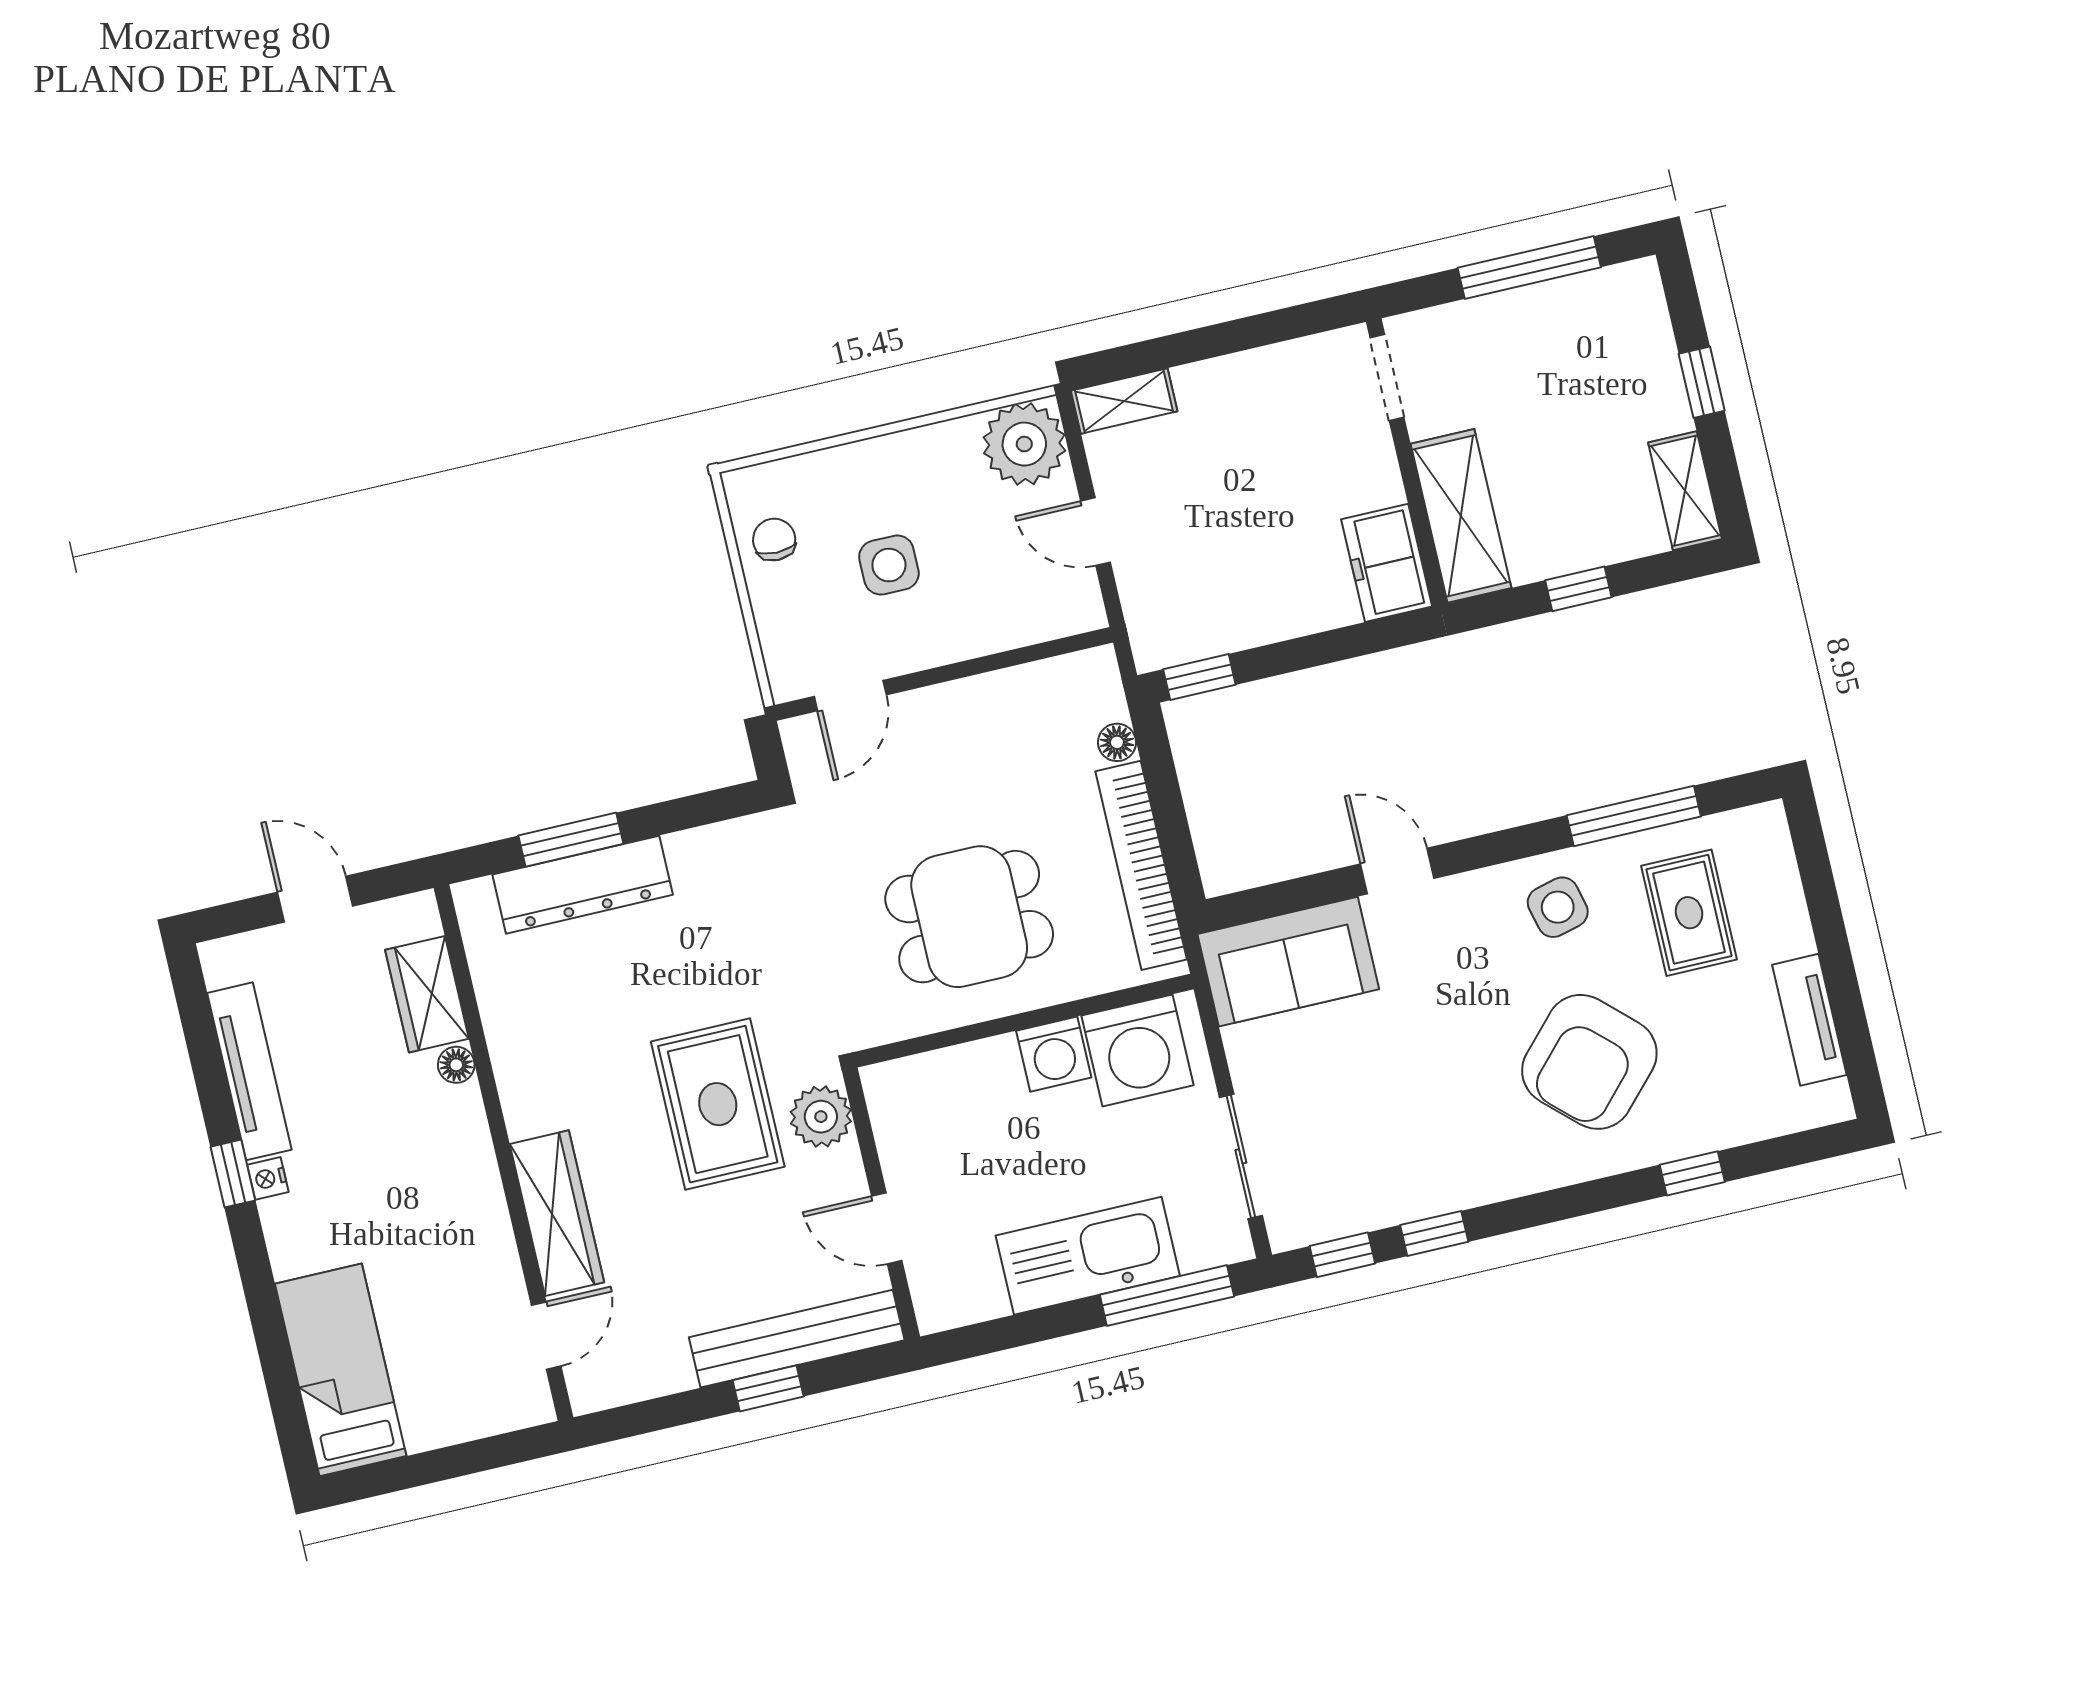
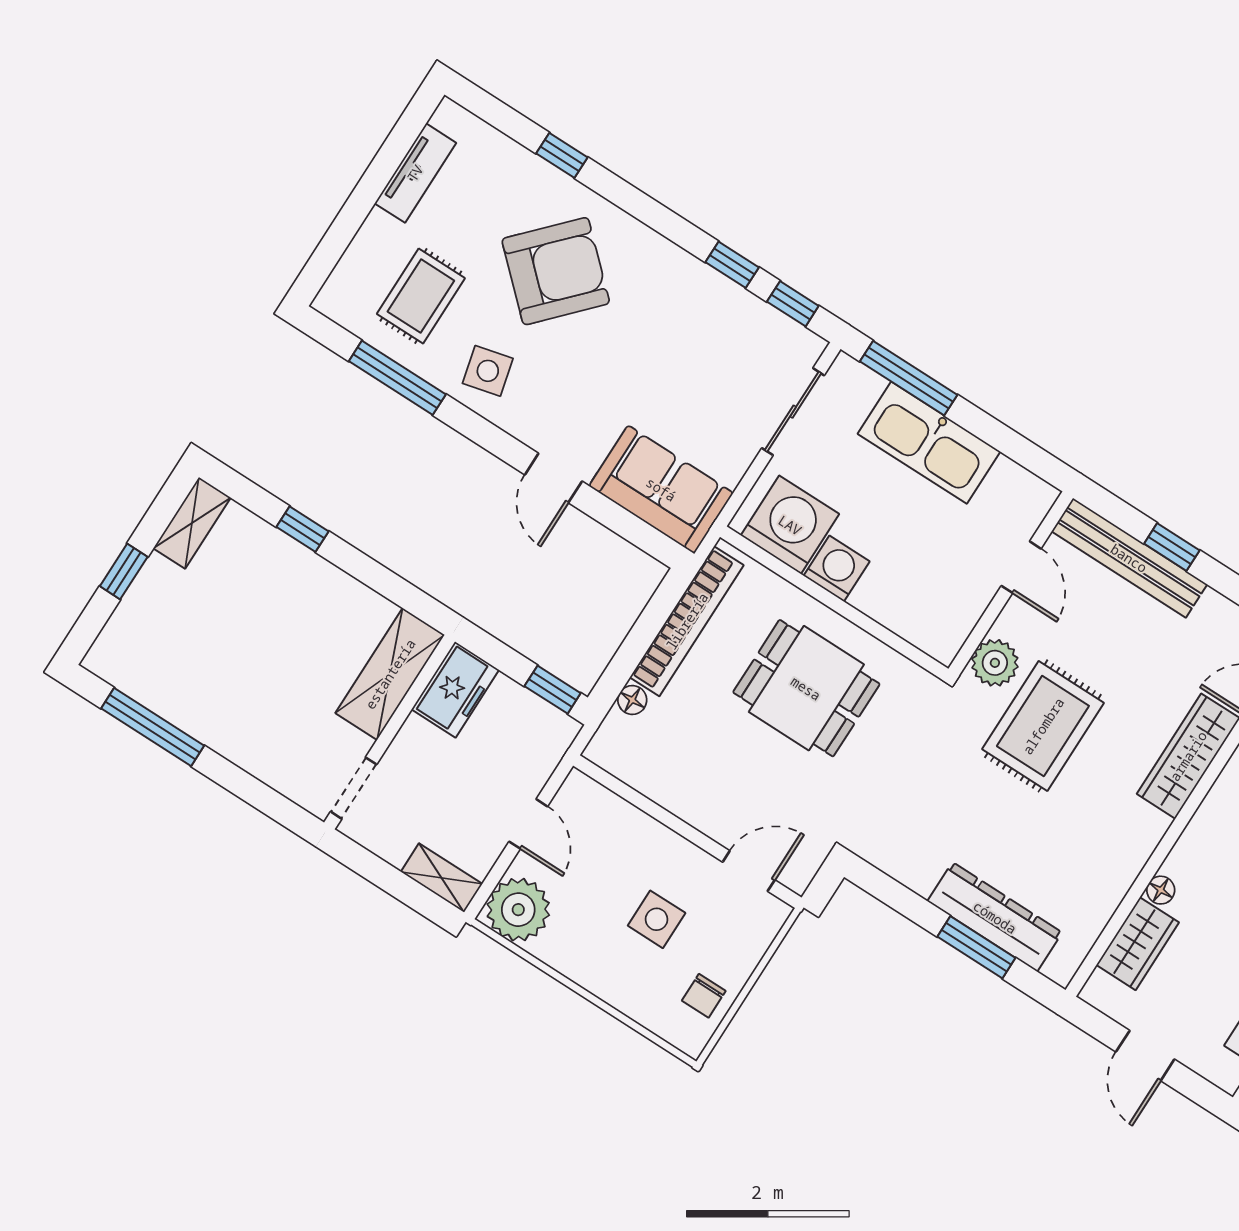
doorway: (1387, 378) -> (354, 788), moved
wall: (1407, 462) -> (390, 732), moved
shelving: (1461, 516) -> (390, 674), moved
freezer: (1387, 563) -> (455, 690), moved

